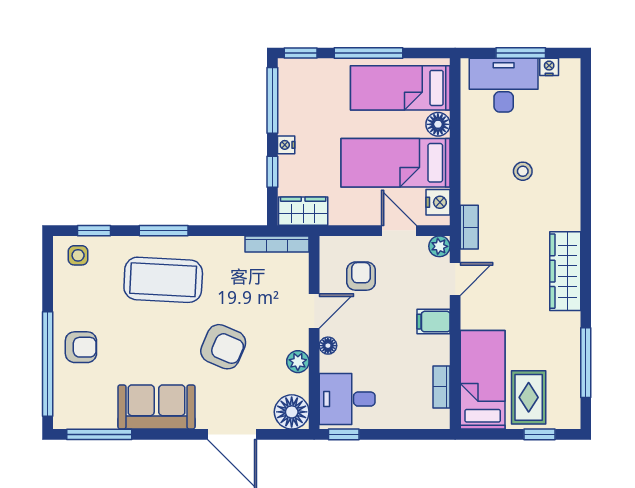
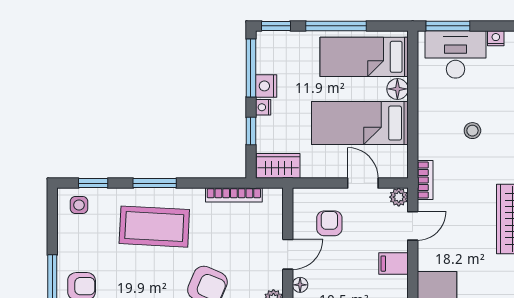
window: (521, 53) -> (448, 26), moved
nightstand: (438, 202) -> (266, 86), moved, turned 180
bookcase: (277, 244) -> (234, 195), moved

